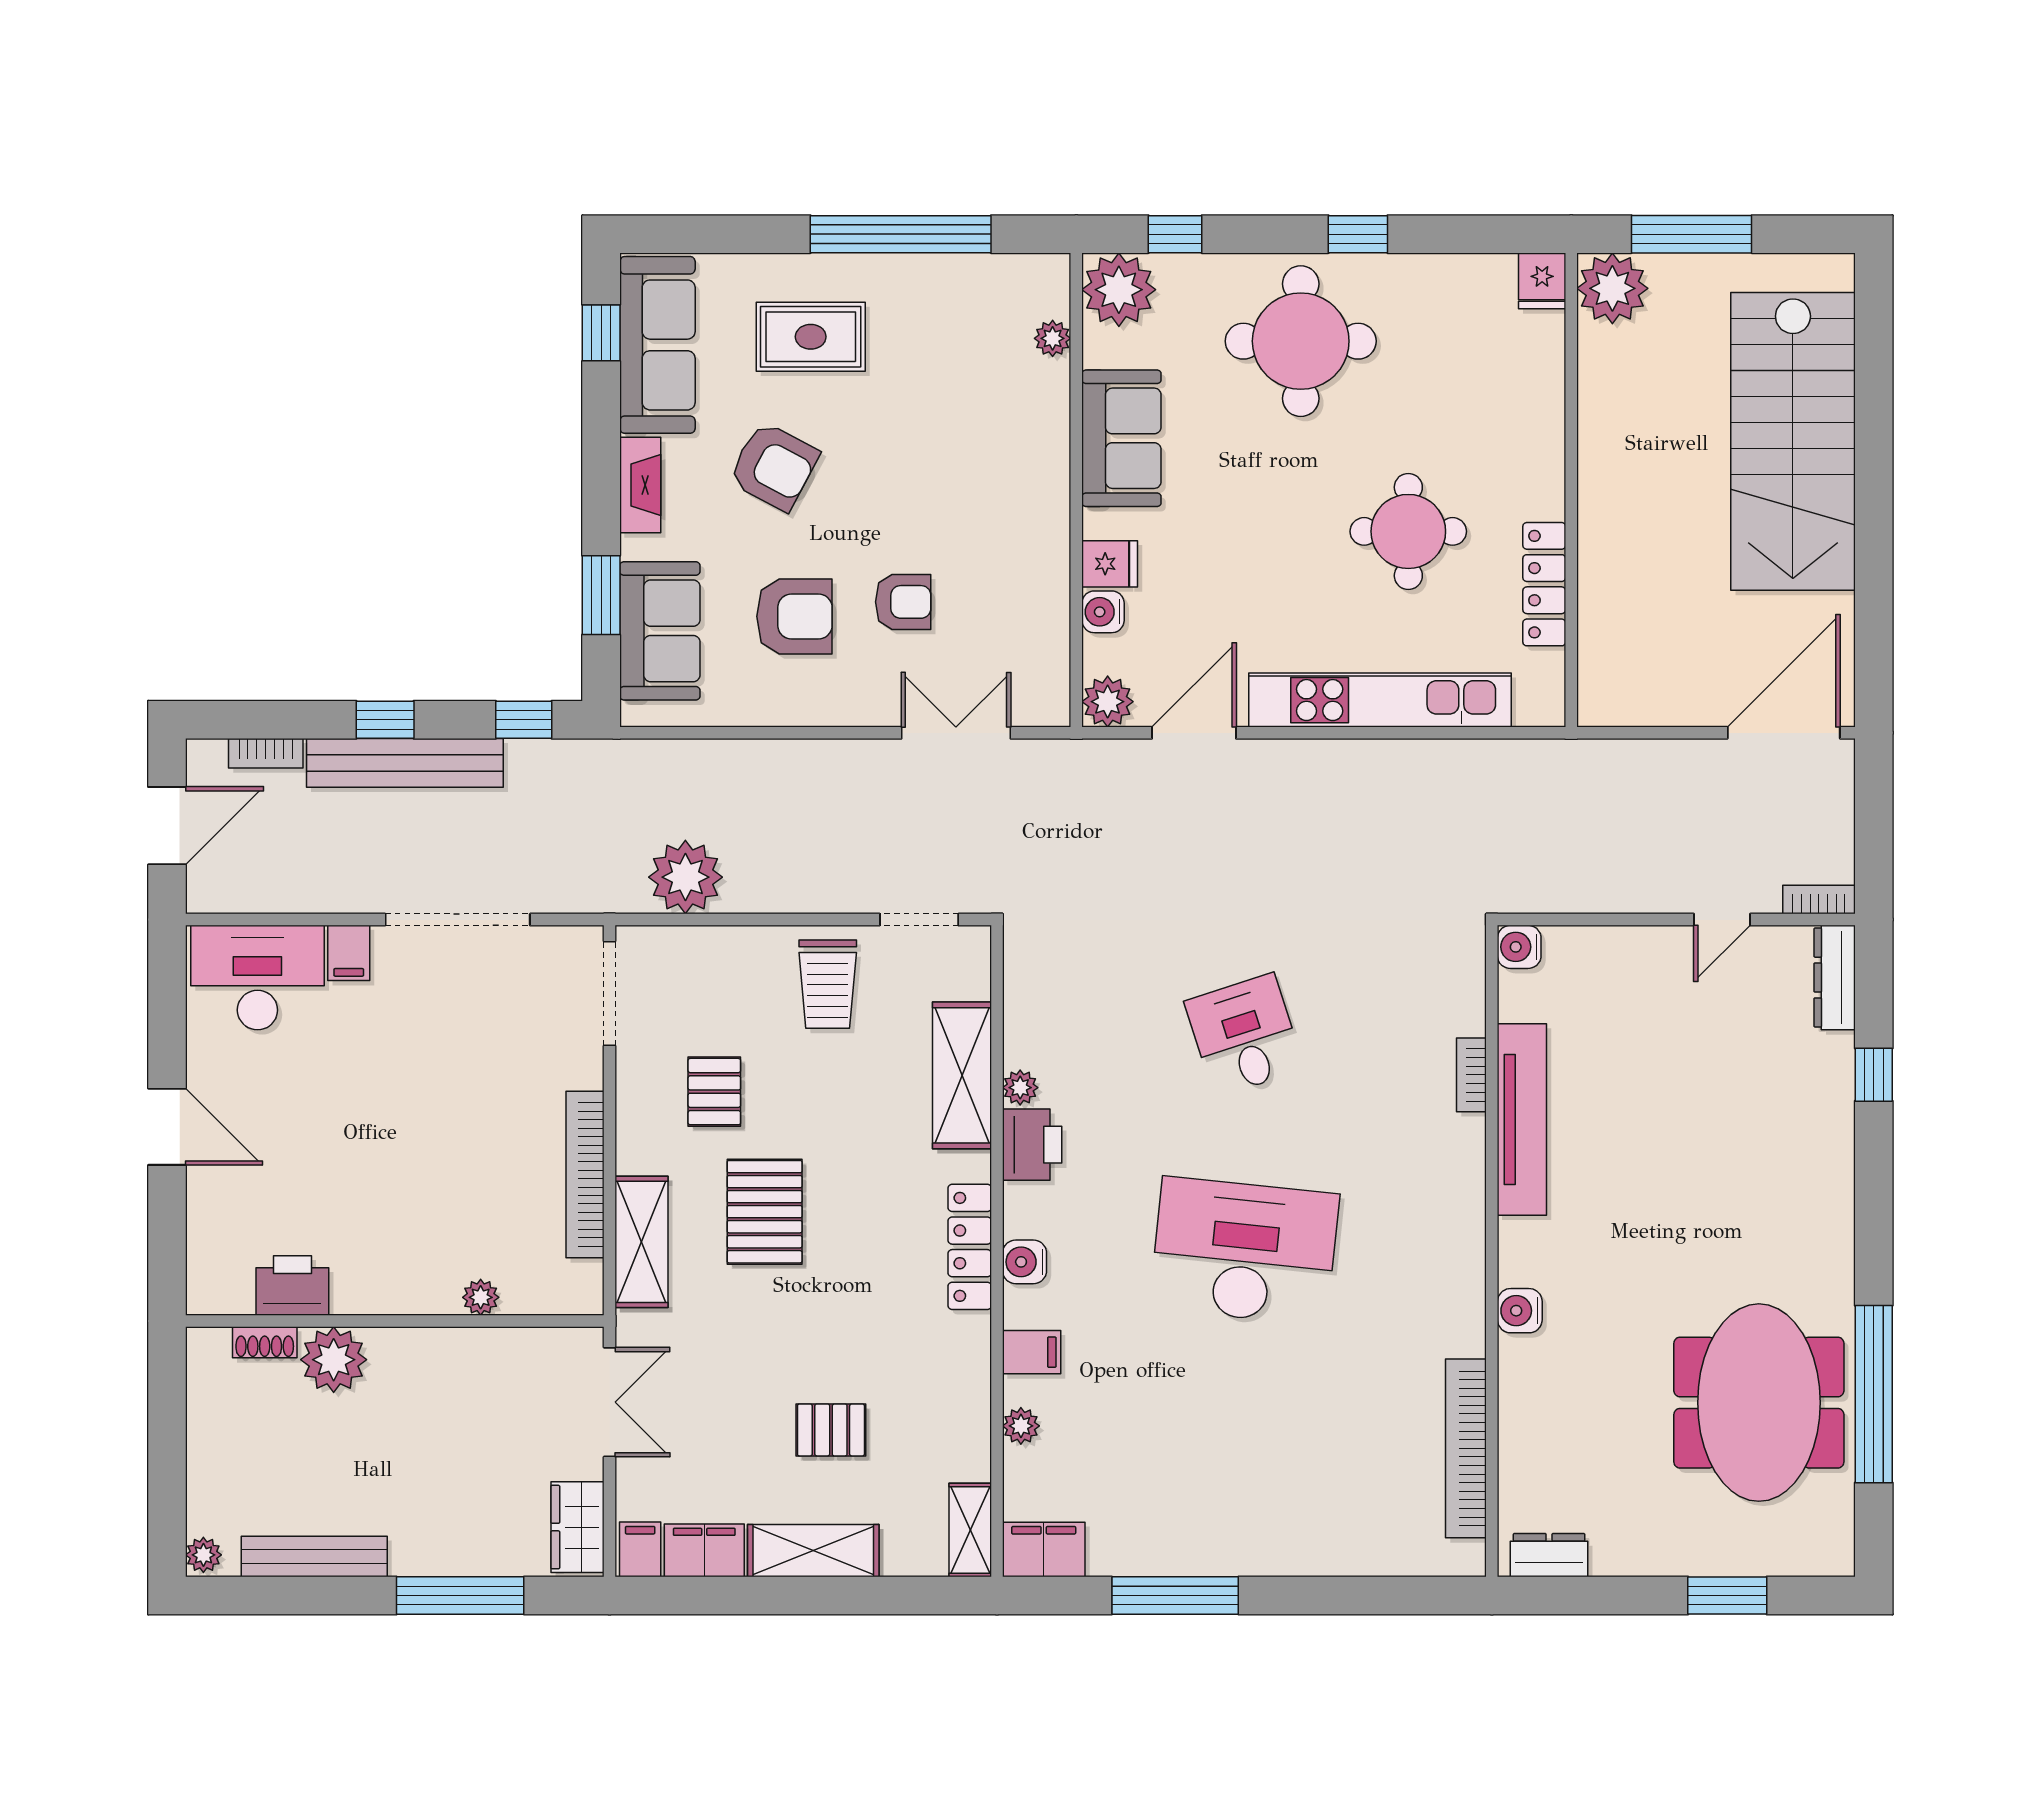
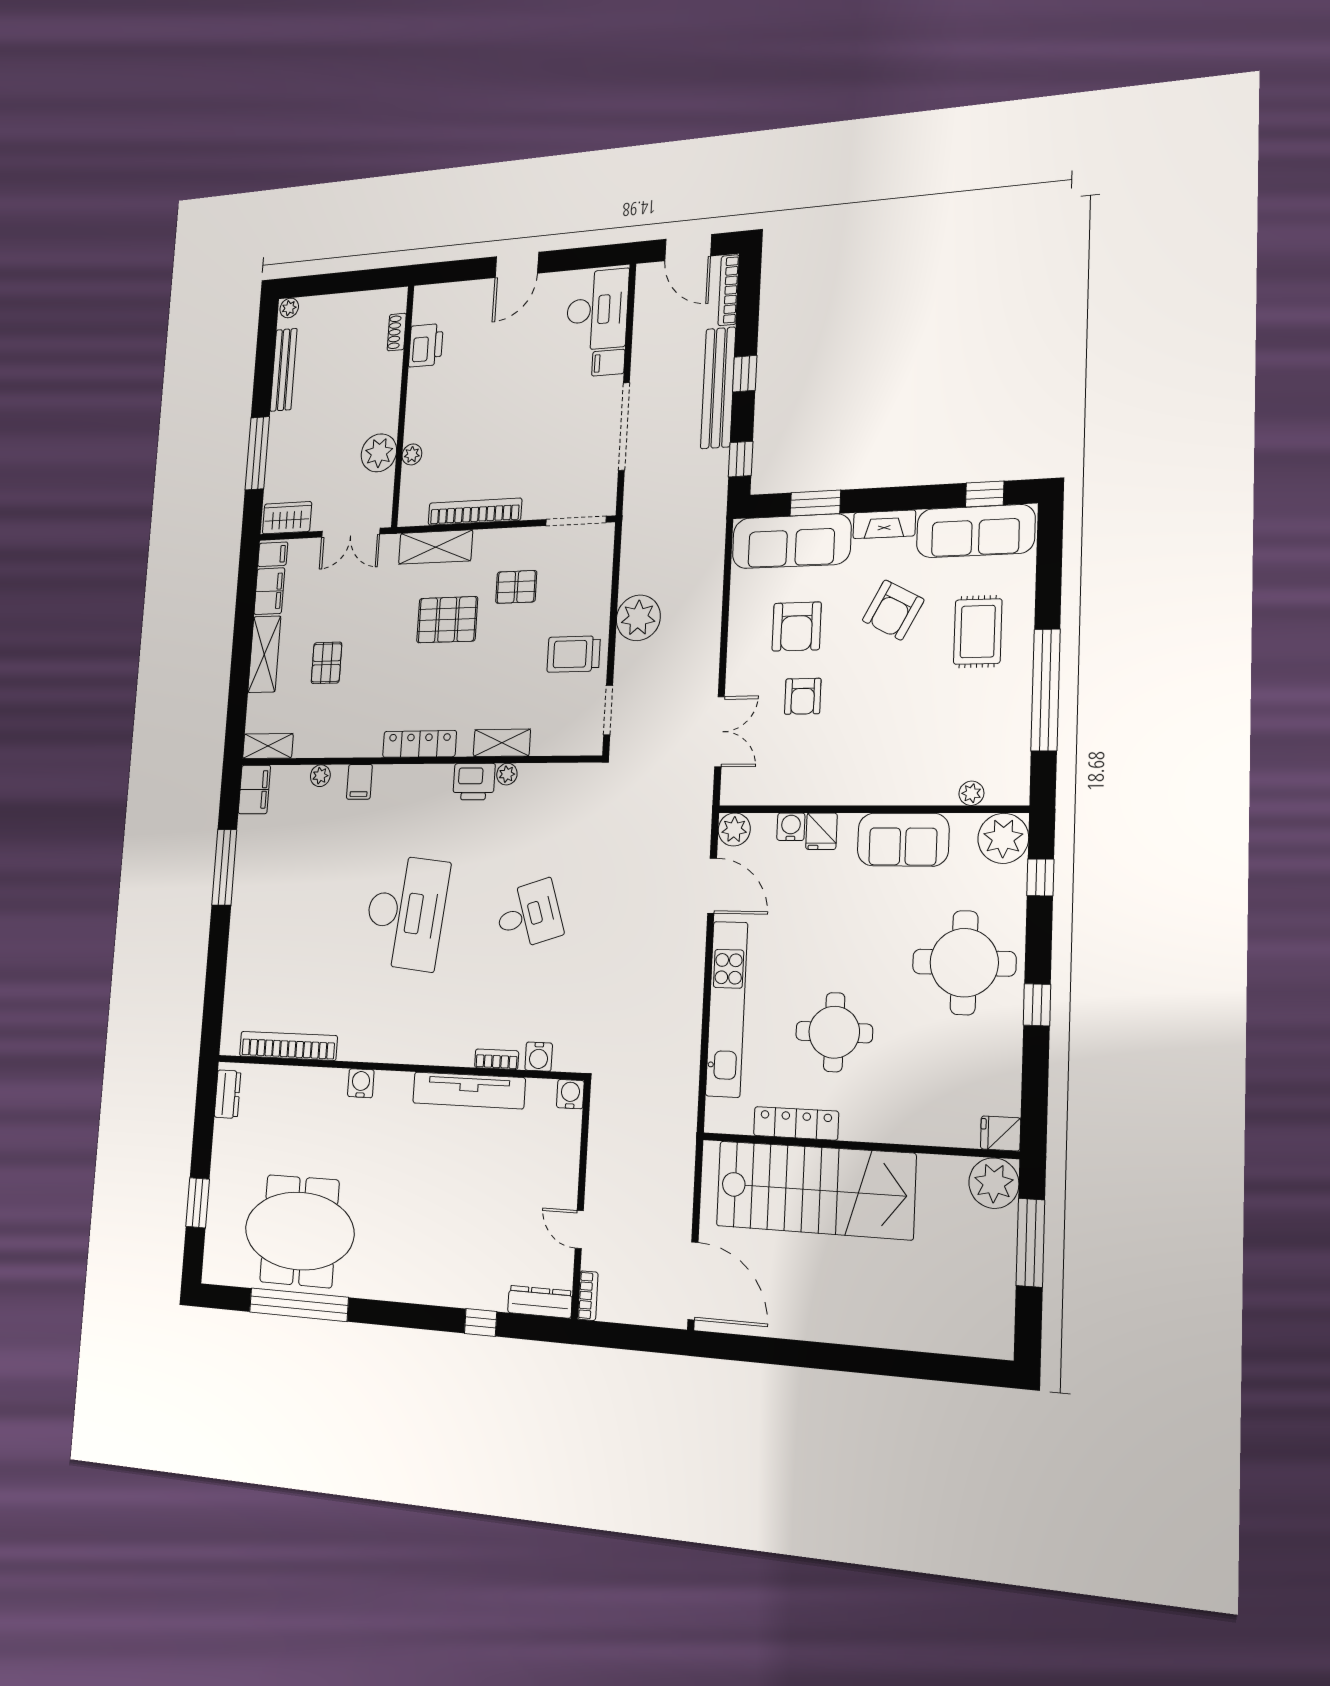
stairs: (1793, 441) -> (815, 1190), moved, turned 180
sofa: (660, 631) -> (791, 541), width x1.36
bookcase: (266, 753) -> (729, 290), width x1.56
plant: (685, 877) -> (638, 618), moved
shelving: (962, 1075) -> (502, 743), width x0.67, depth x0.75
water cooler: (1025, 1262) -> (539, 1057), moved, turned 180
plant: (334, 1360) -> (379, 453), moved

